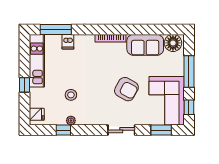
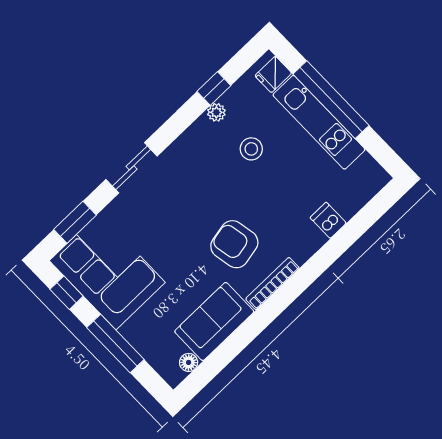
window: (56, 29) -> (362, 221), removed
floor lamp: (173, 43) -> (189, 362), width x0.53, depth x0.53
kitchen unit: (37, 61) -> (319, 122), moved
window: (25, 85) -> (331, 100), width x3.17
armchair: (126, 89) -> (234, 244), moved, turned 50

